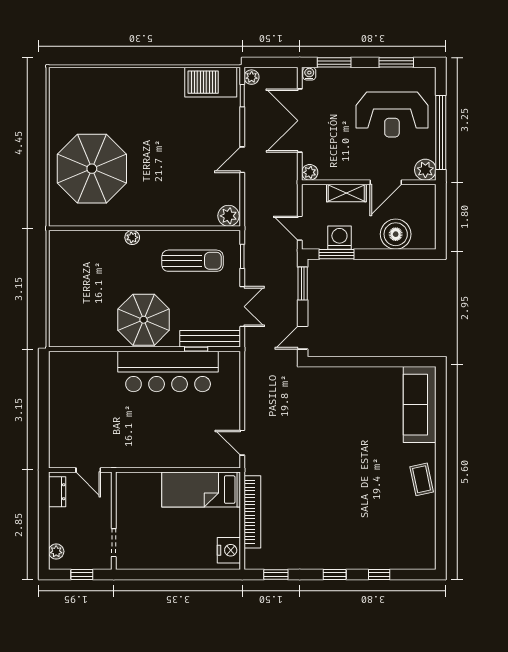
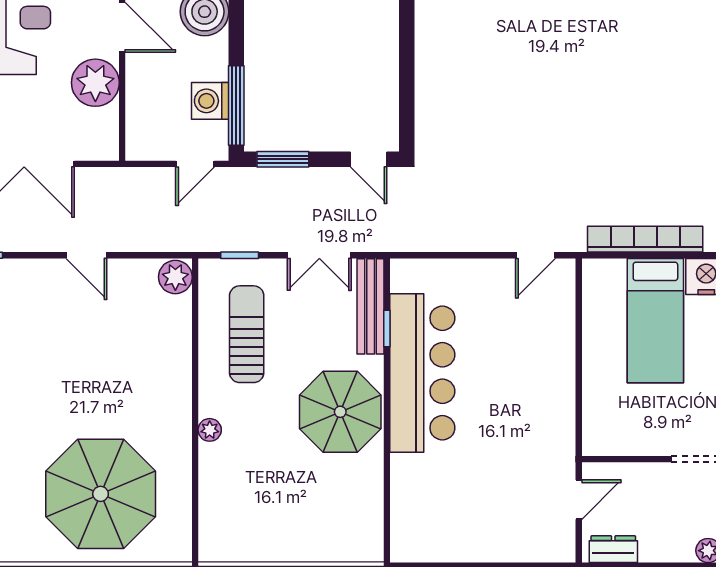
plant: (310, 172) -> (95, 83), moved, width x1.88, depth x1.88
shelving: (346, 193) -> (139, 90), removed
window: (337, 254) -> (236, 106), width x1.44
double door: (242, 307) -> (319, 255), swing flipped
bed: (201, 490) -> (655, 321), moved

